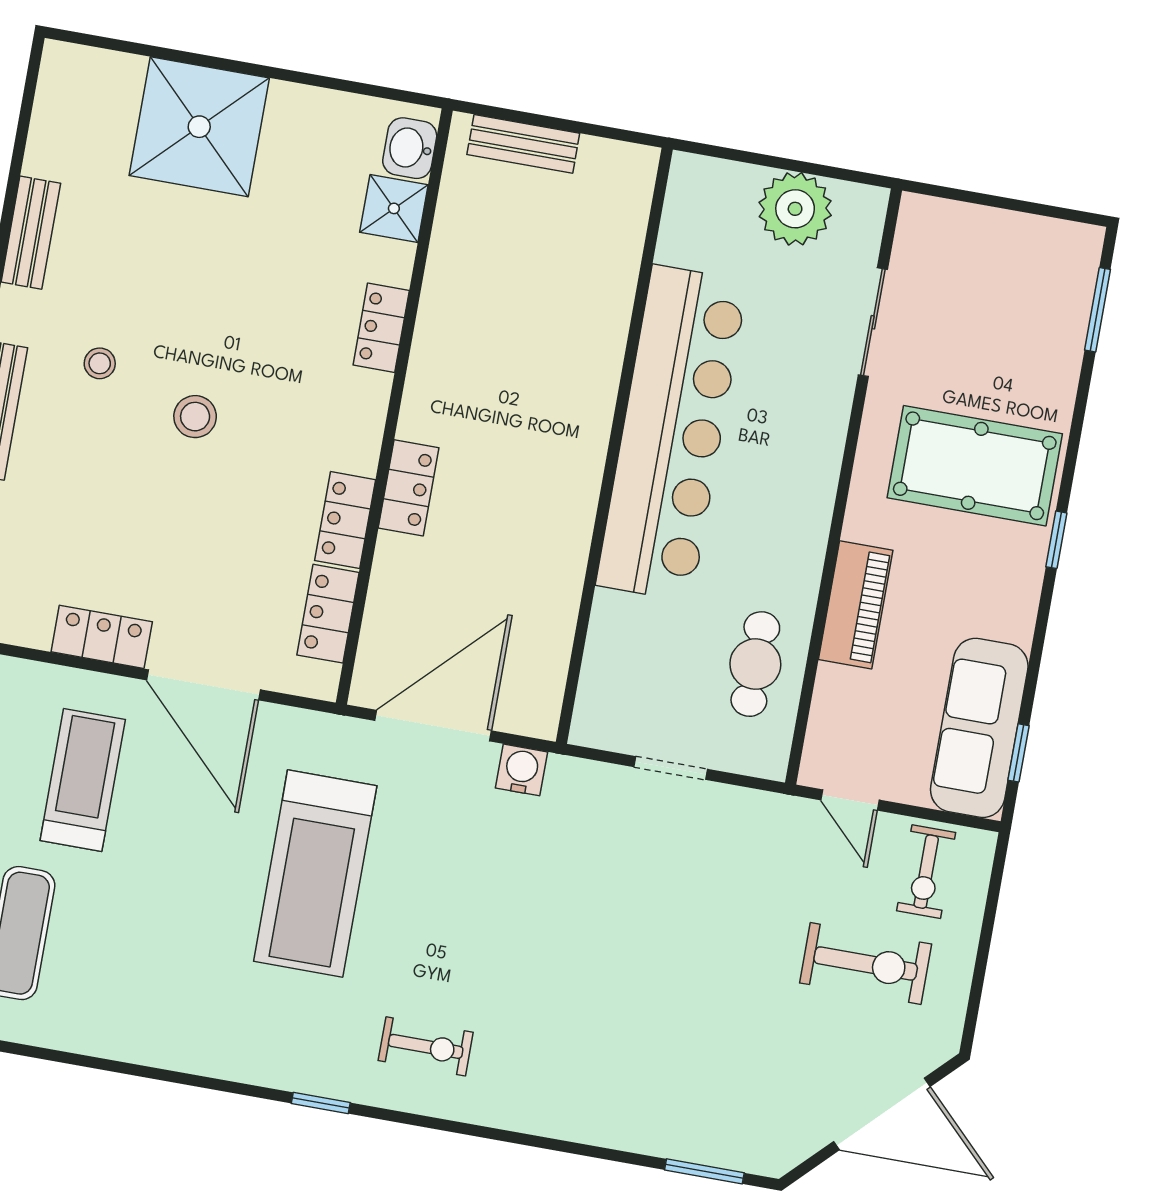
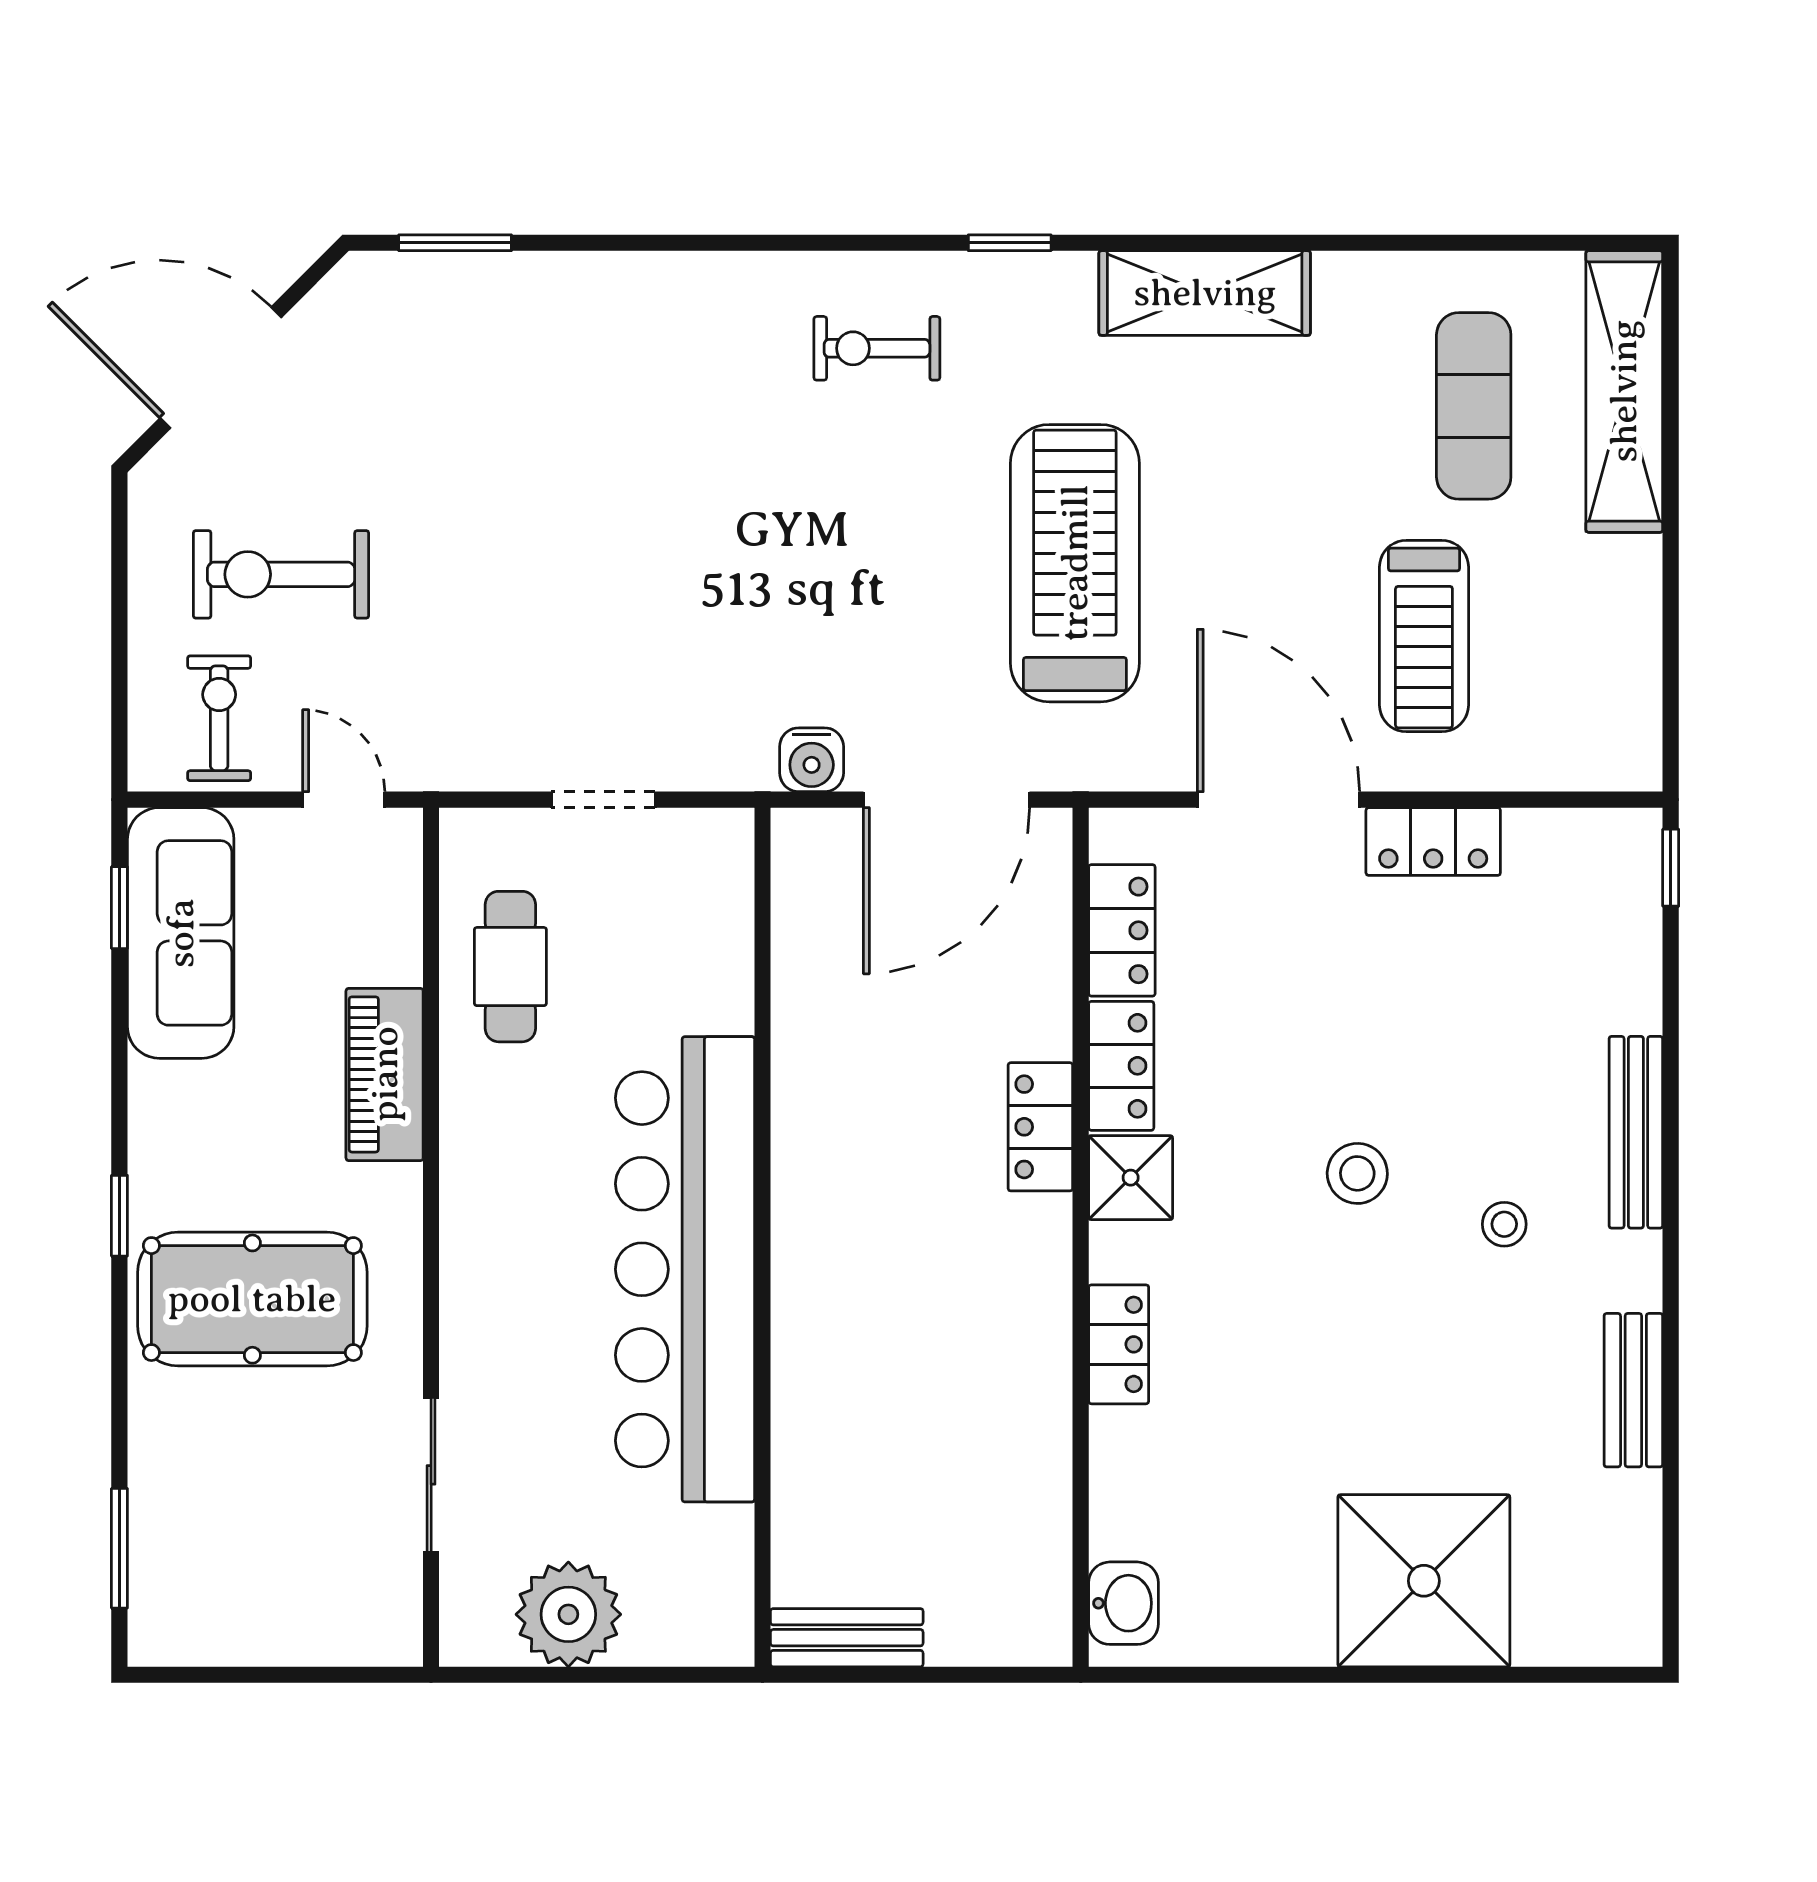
bench: (523, 144) -> (847, 1638), moved
shower: (394, 208) -> (1131, 1178), moved
shelving: (192, 1044) -> (1205, 293), added

